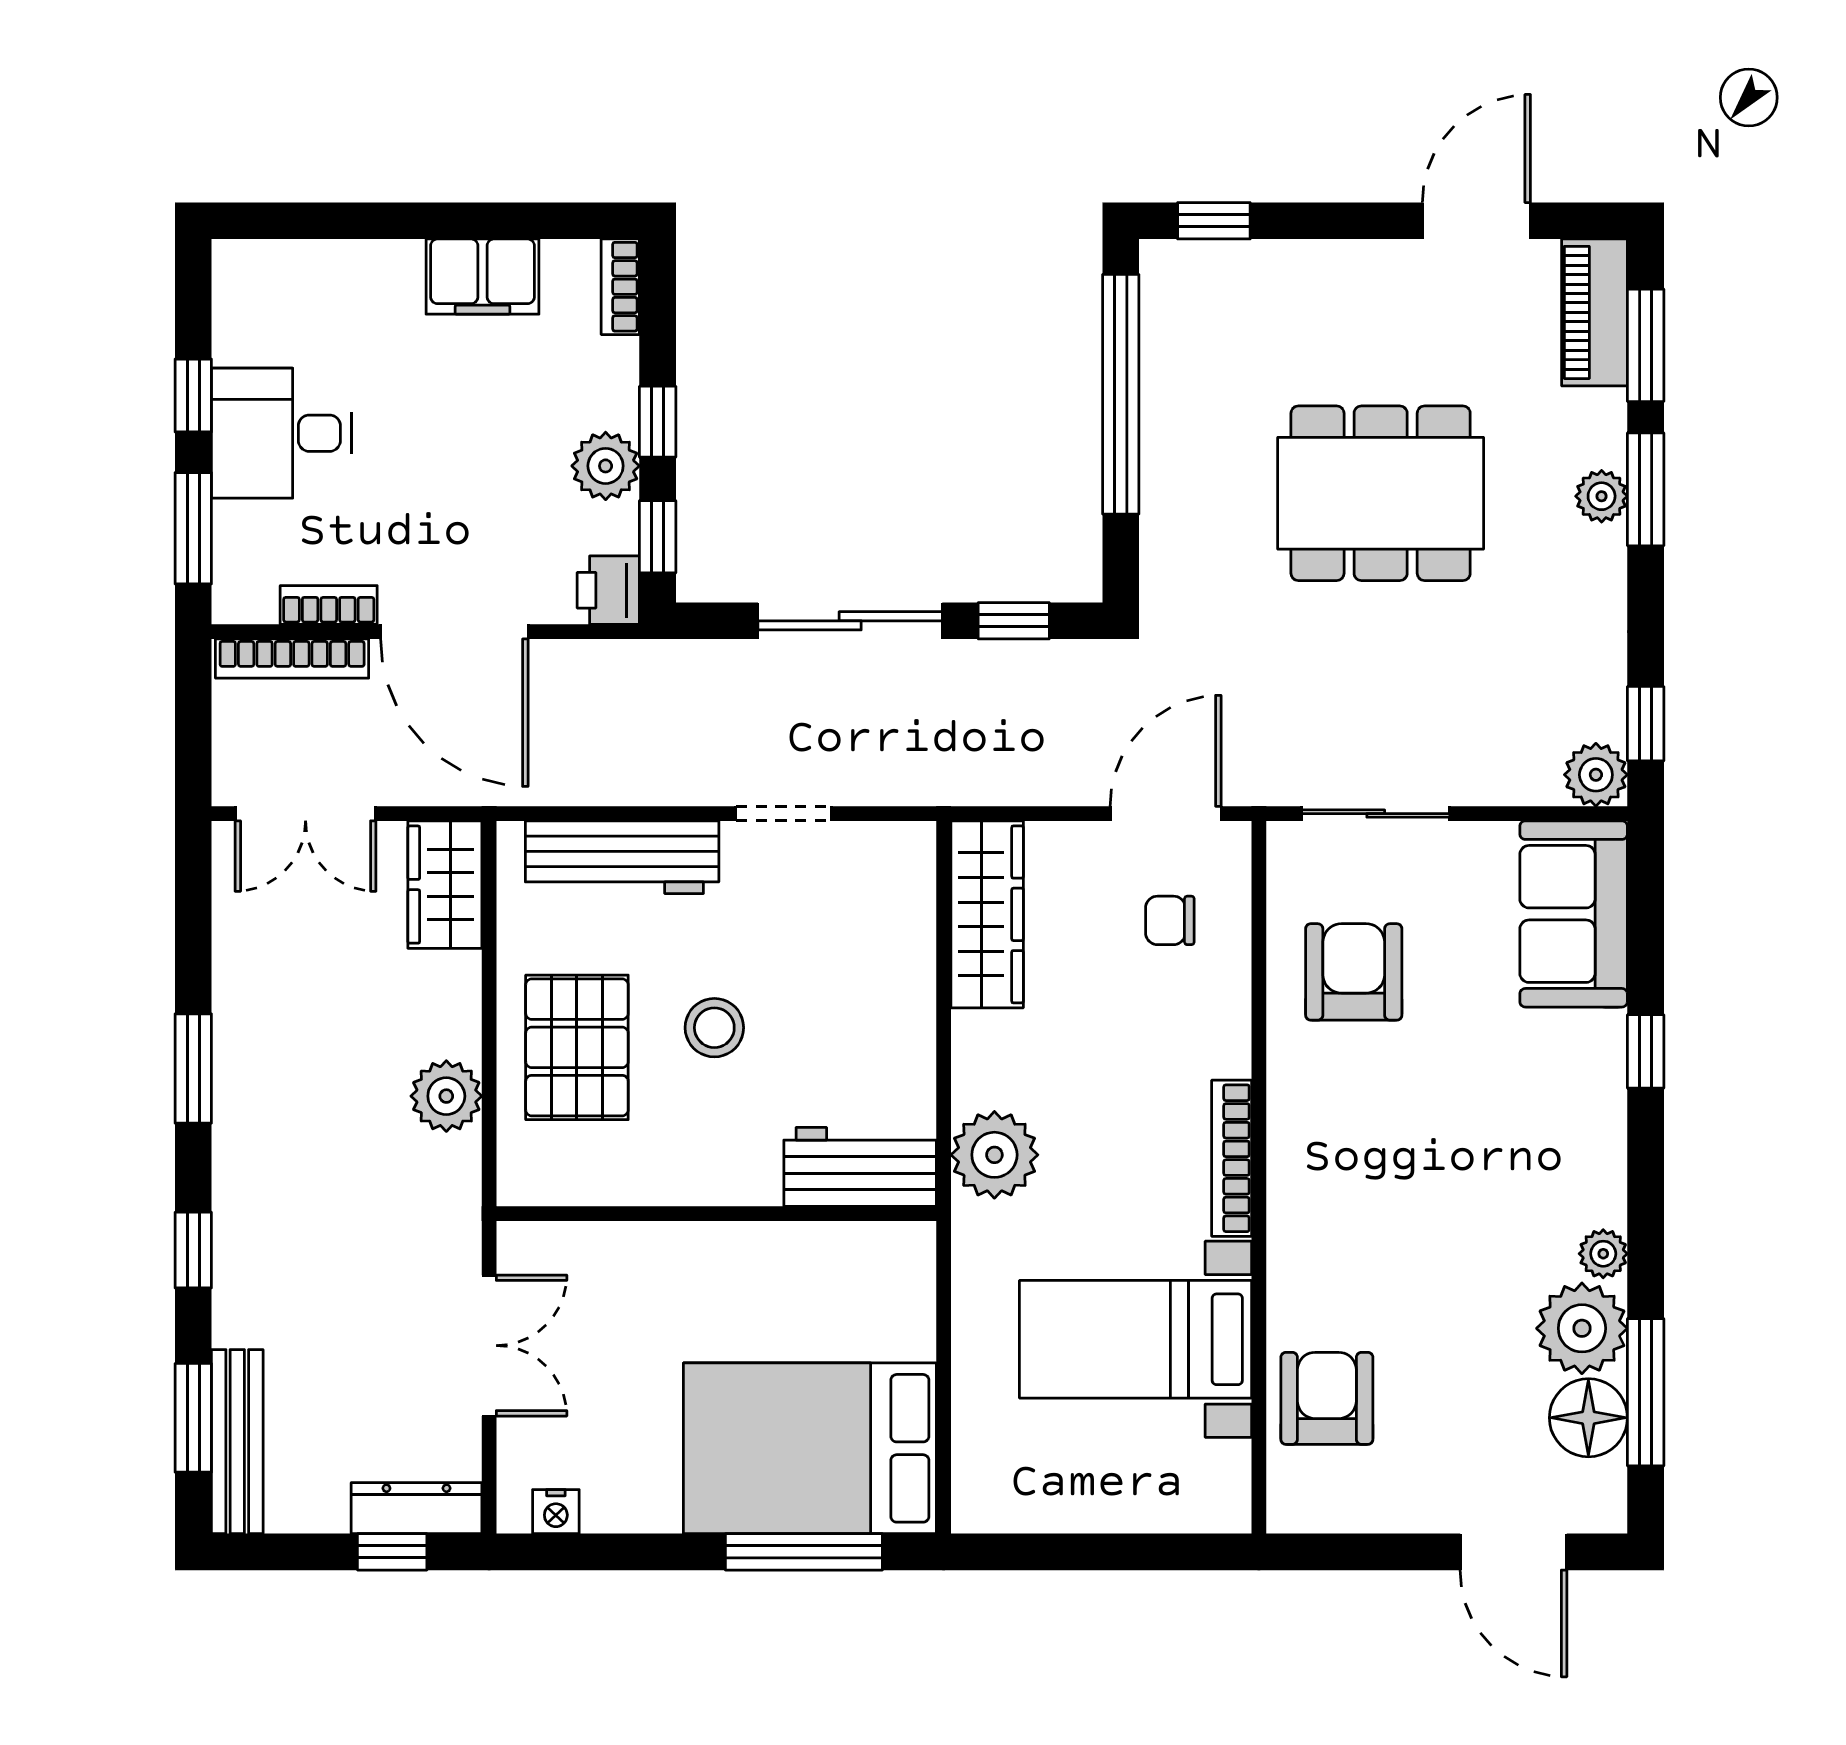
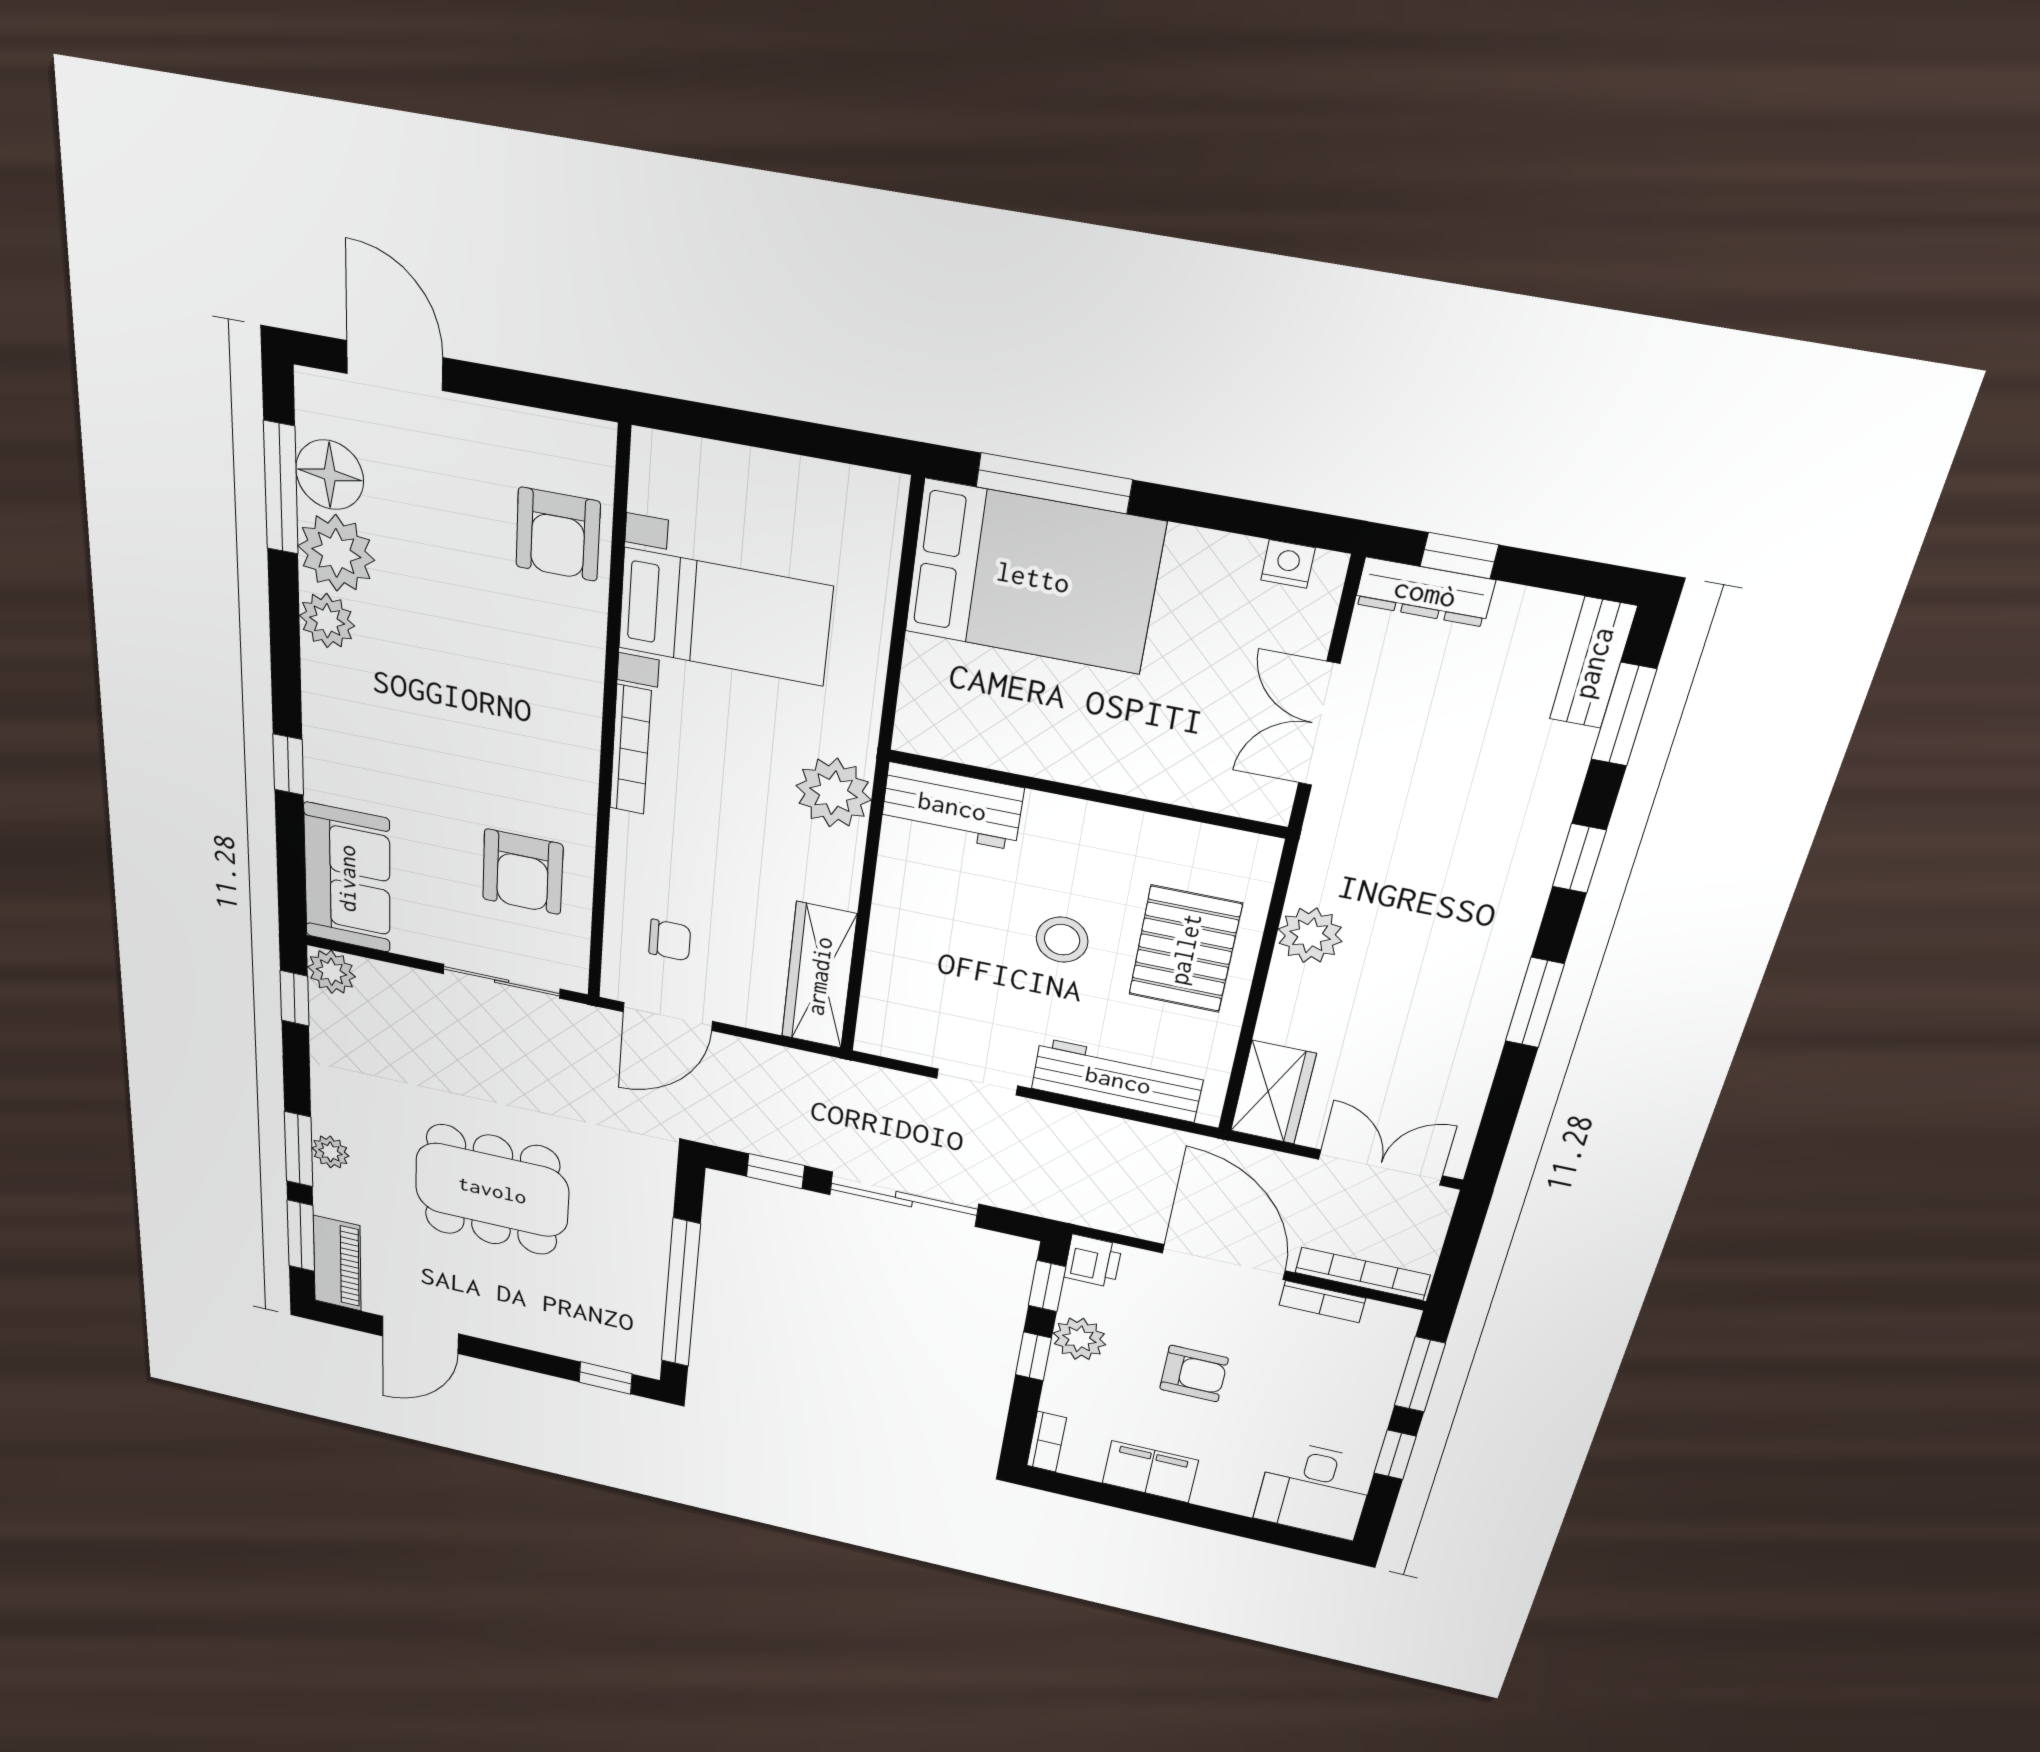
desk: (282, 433) -> (1314, 1490), moved, turned 90
armchair: (458, 452) -> (1194, 1374), added
plant: (1603, 1254) -> (327, 621), width x1.38, depth x1.38
bench: (237, 1442) -> (1593, 663), width x0.73

